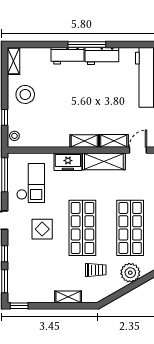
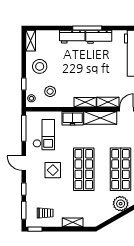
stool: (39, 127) -> (50, 91), added
trolley: (96, 270) -> (45, 213), moved

